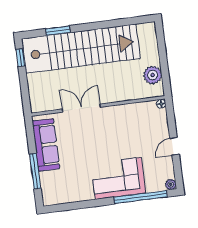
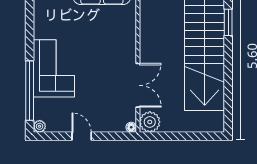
plant: (153, 75) -> (150, 122), moved
double door: (81, 108) -> (138, 85), moved

